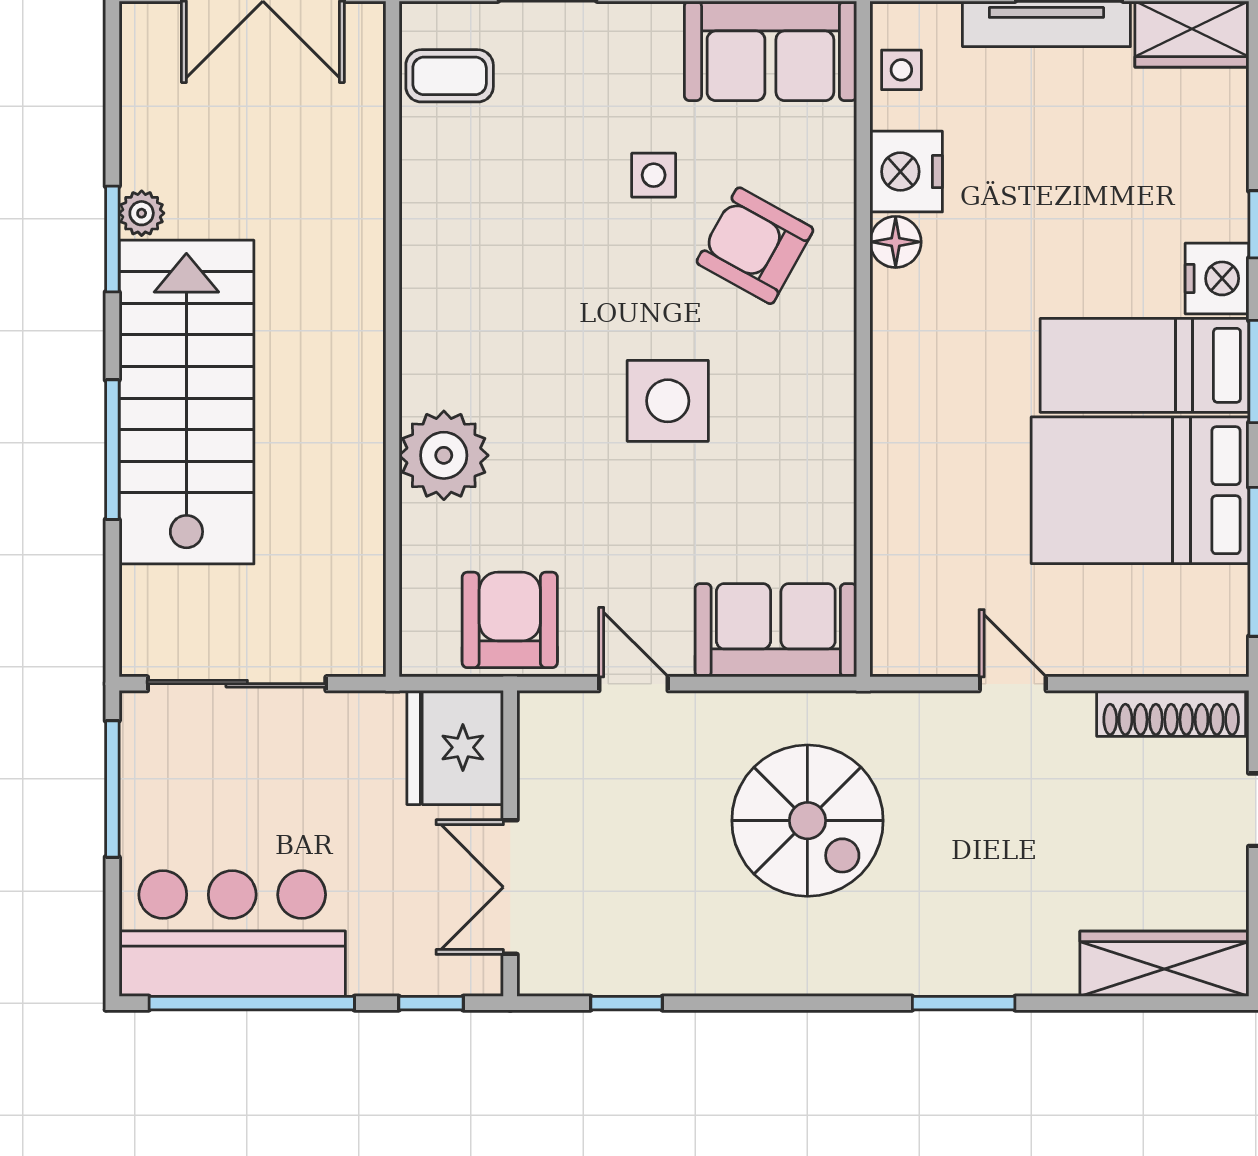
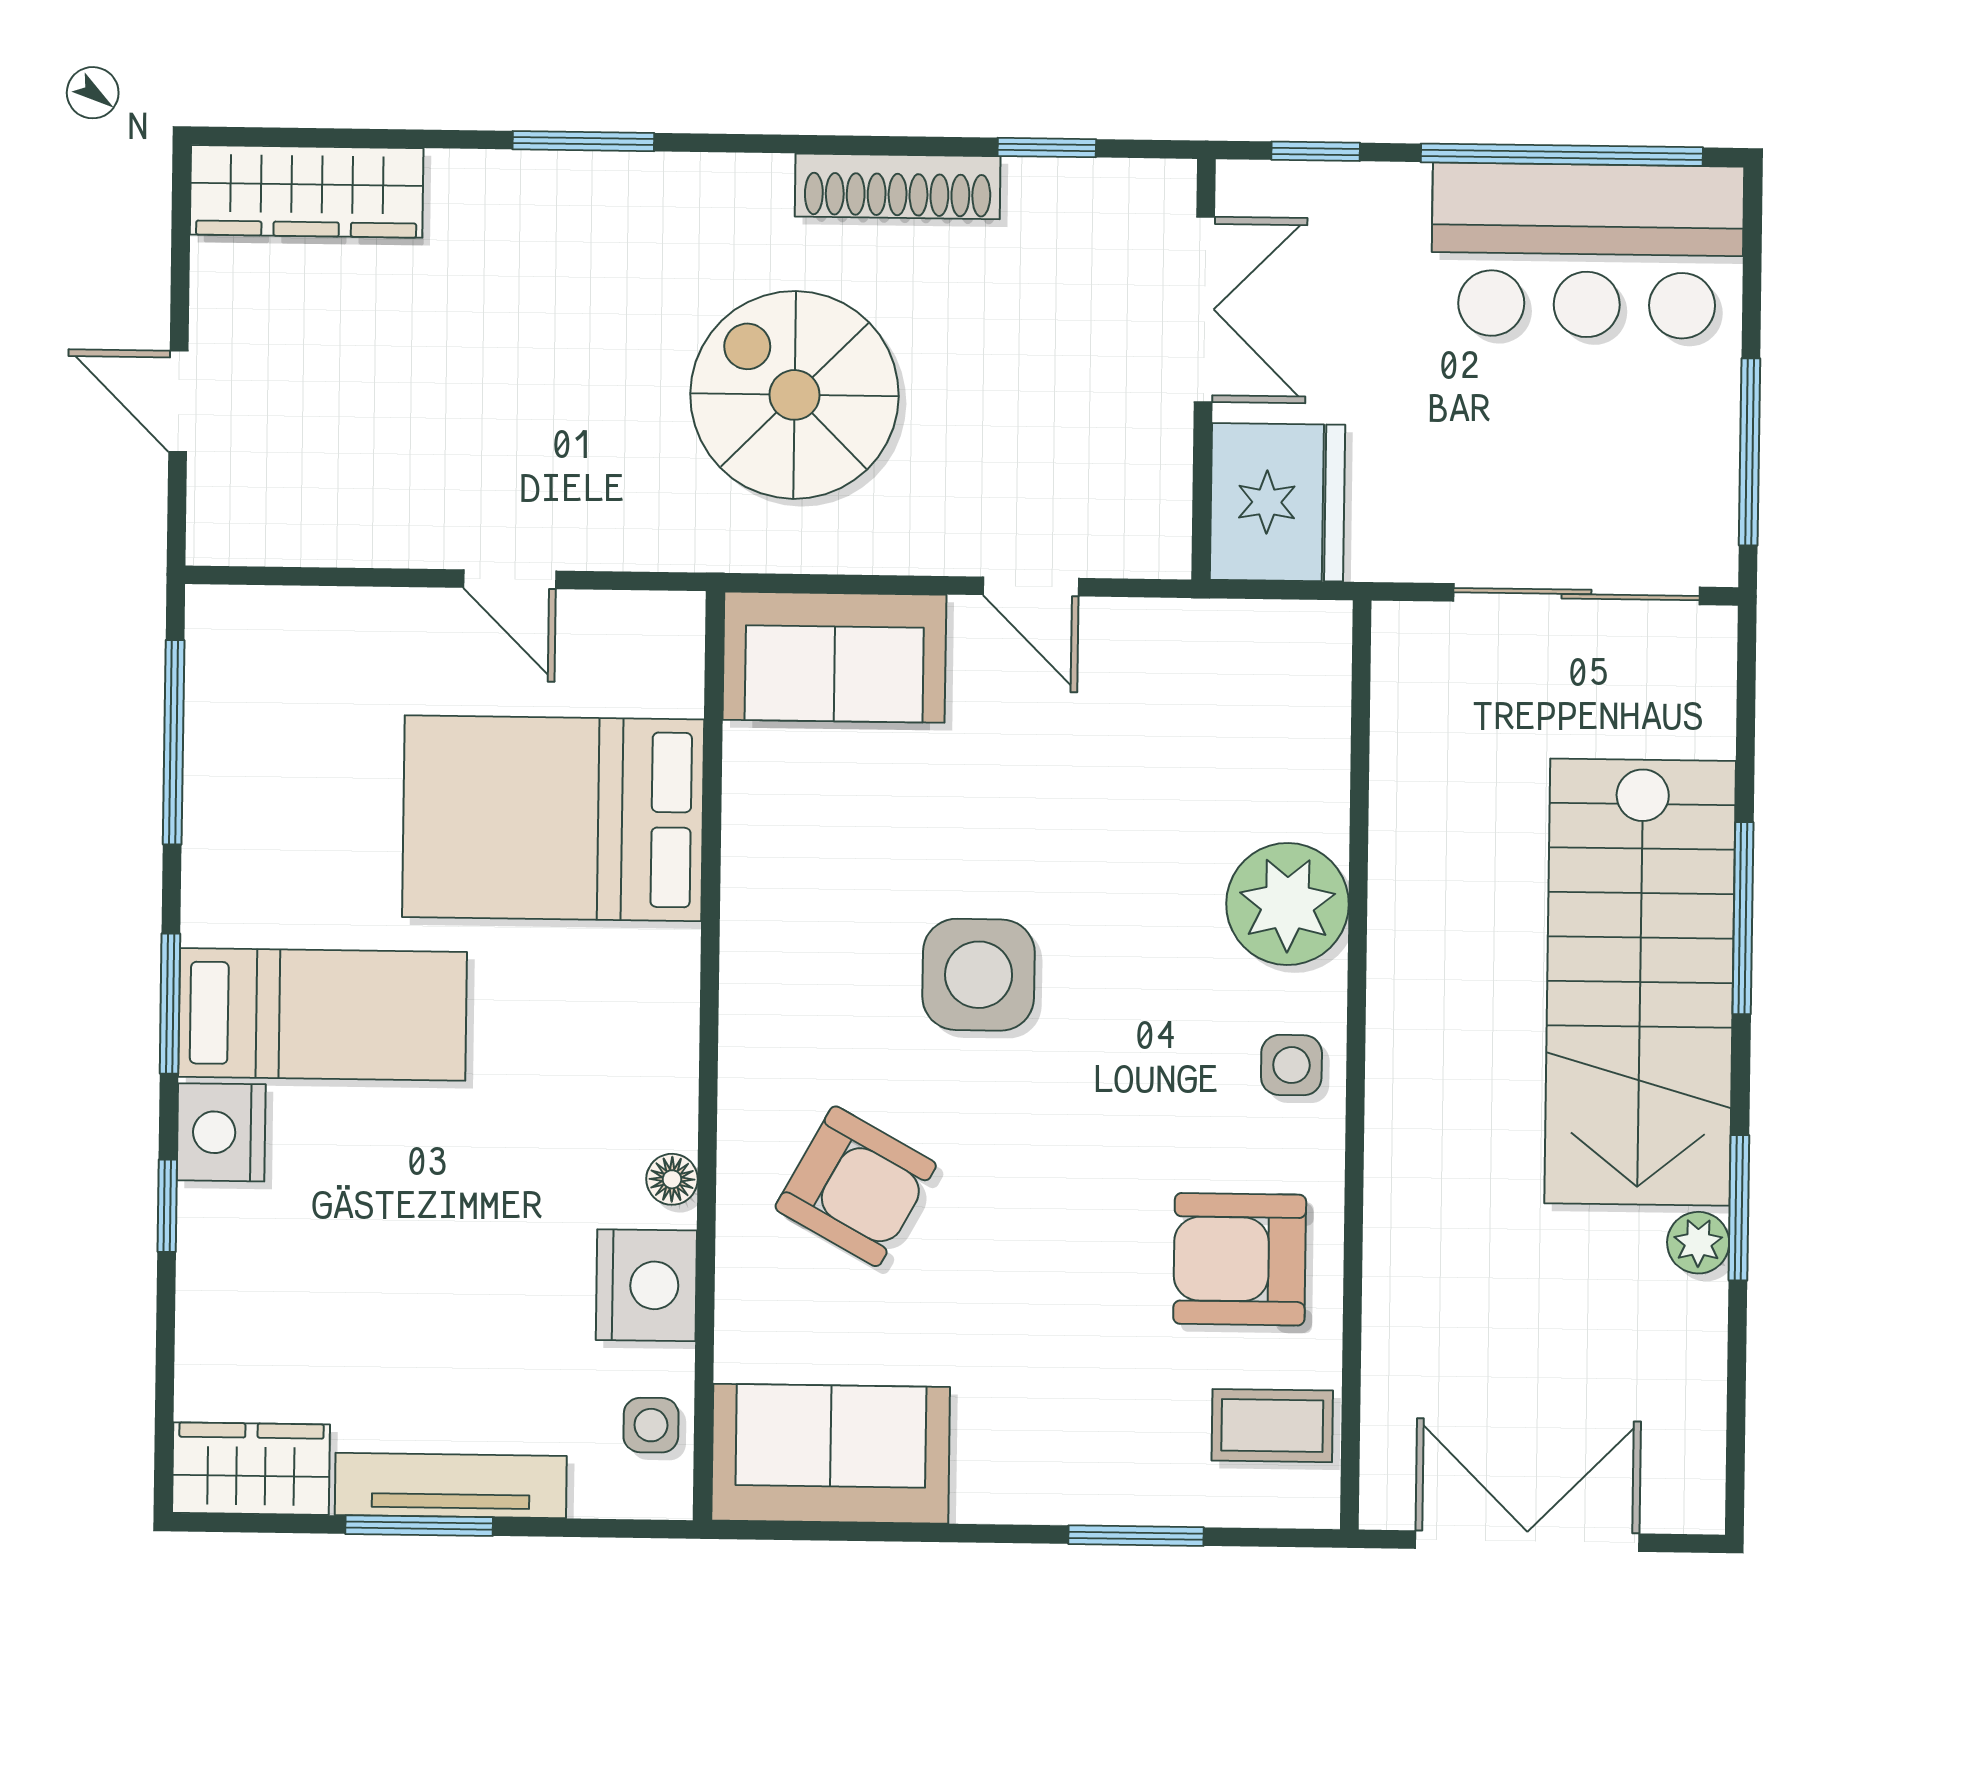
side table: (654, 175) -> (1291, 1065), moved
floor lamp: (896, 242) -> (672, 1179), width x0.73, depth x0.73
bed: (1140, 490) -> (553, 818), moved, turned 180
armchair: (510, 620) -> (1240, 1259), moved, turned 90
shoe rack: (1171, 713) -> (898, 186), moved, turned 180

